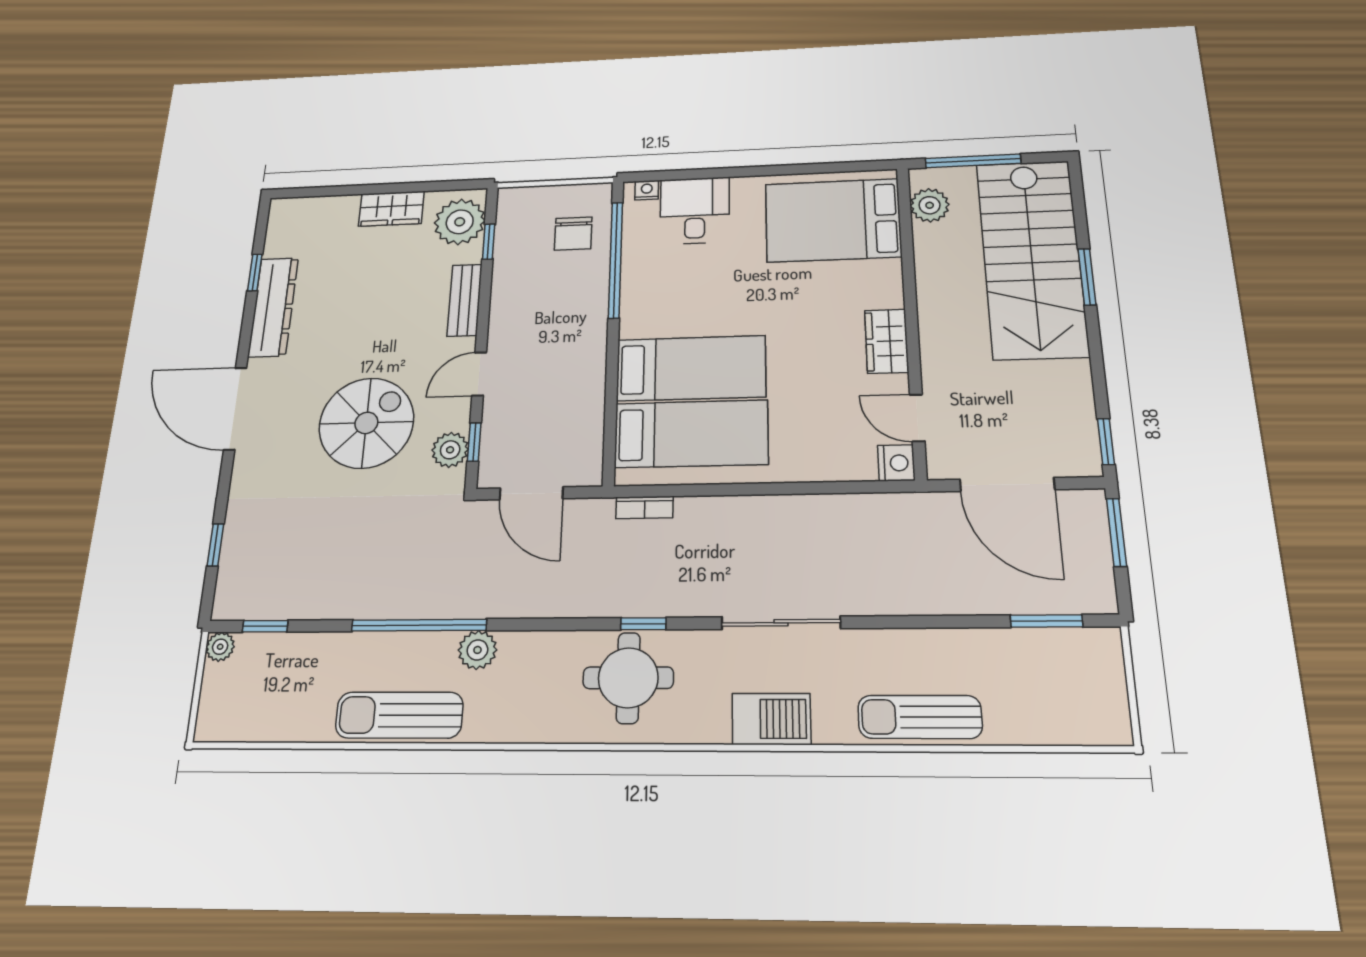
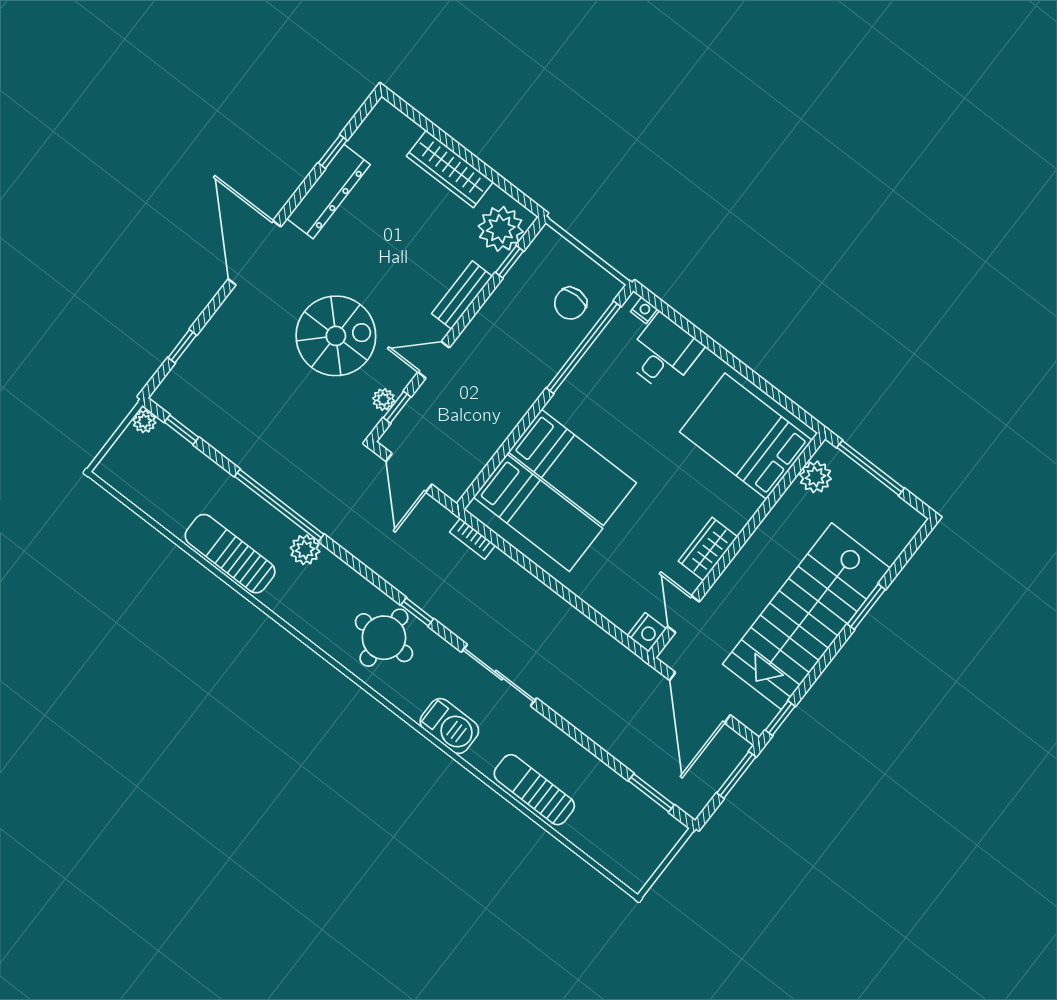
wardrobe: (391, 209) -> (450, 169), width x1.50
stairs: (1032, 258) -> (806, 616), moved
plant: (450, 450) -> (384, 399), width x0.73, depth x0.73

